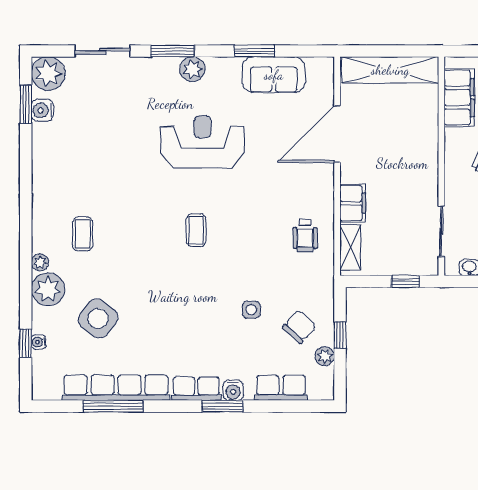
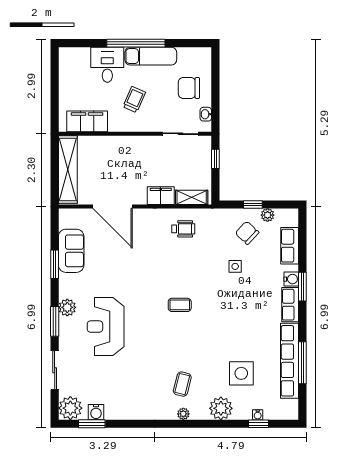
reception desk: (202, 142) -> (106, 327), moved
coffee table: (83, 234) -> (182, 384), turned -76
plant: (40, 262) -> (183, 414), moved
side table: (98, 318) -> (241, 373), turned -37

